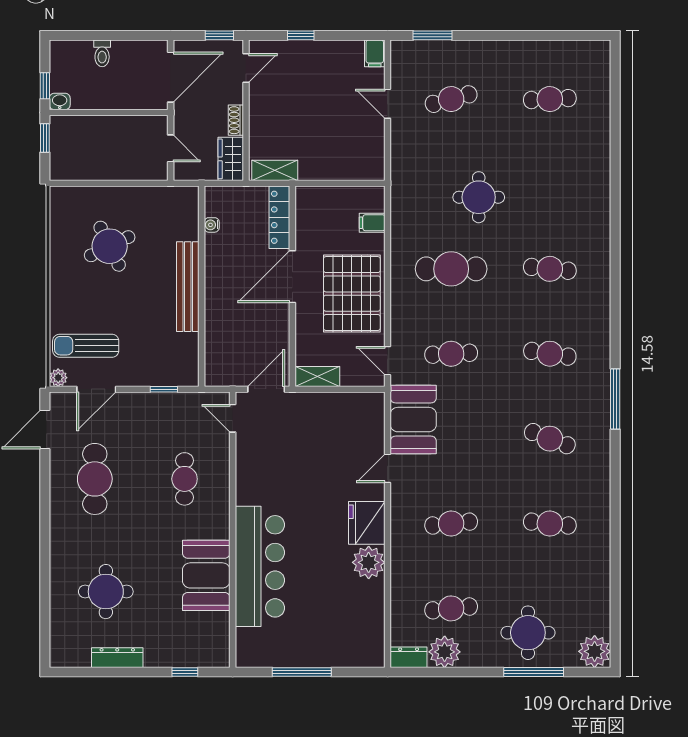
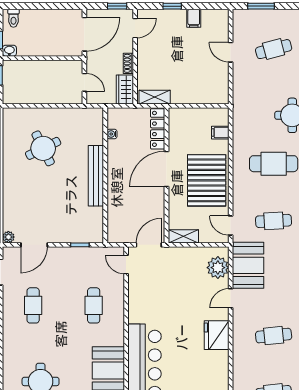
toilet: (102, 53) -> (13, 18), moved
filing cabinet: (375, 53) -> (194, 18), moved
sun lounger: (86, 346) -> (27, 216), removed
cafe table: (95, 479) -> (33, 305), width x0.73, depth x0.74
plant: (369, 562) -> (218, 268), moved

